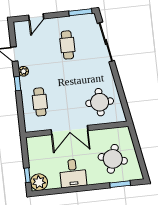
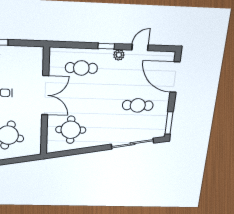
door: (36, 17) -> (175, 77), width x1.87
double door: (70, 130) -> (45, 95), swing flipped

